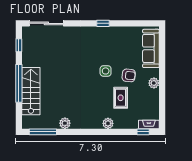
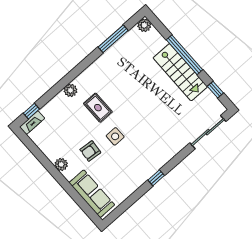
stairs: (31, 91) -> (180, 72), moved
rug: (121, 98) -> (98, 108), moved
plant: (65, 123) -> (144, 25), moved
window: (43, 132) -> (113, 39), moved

